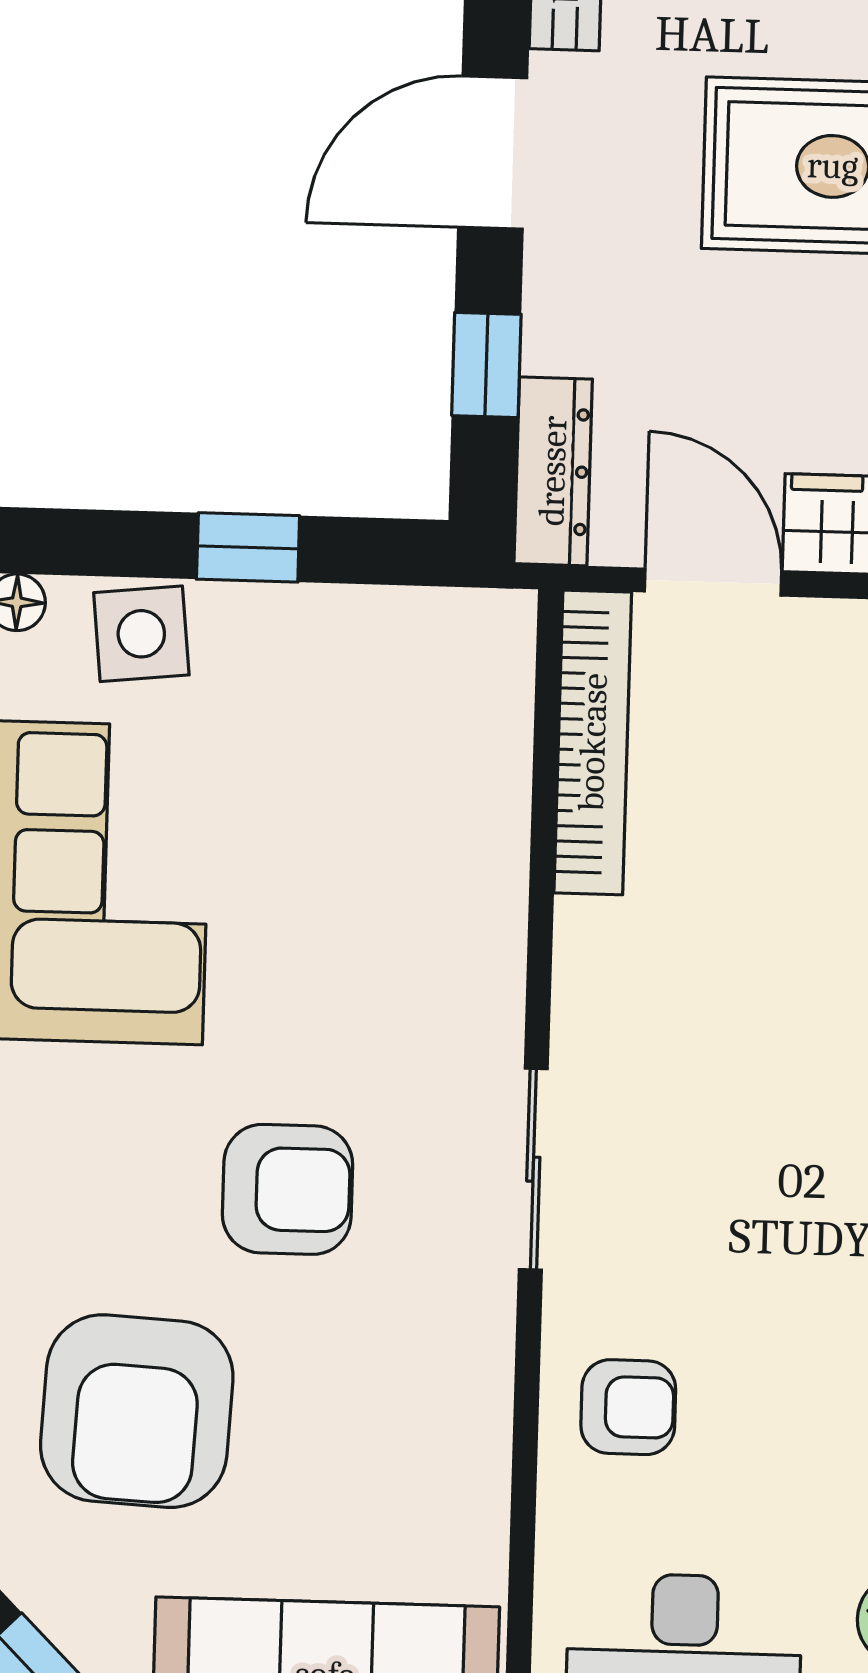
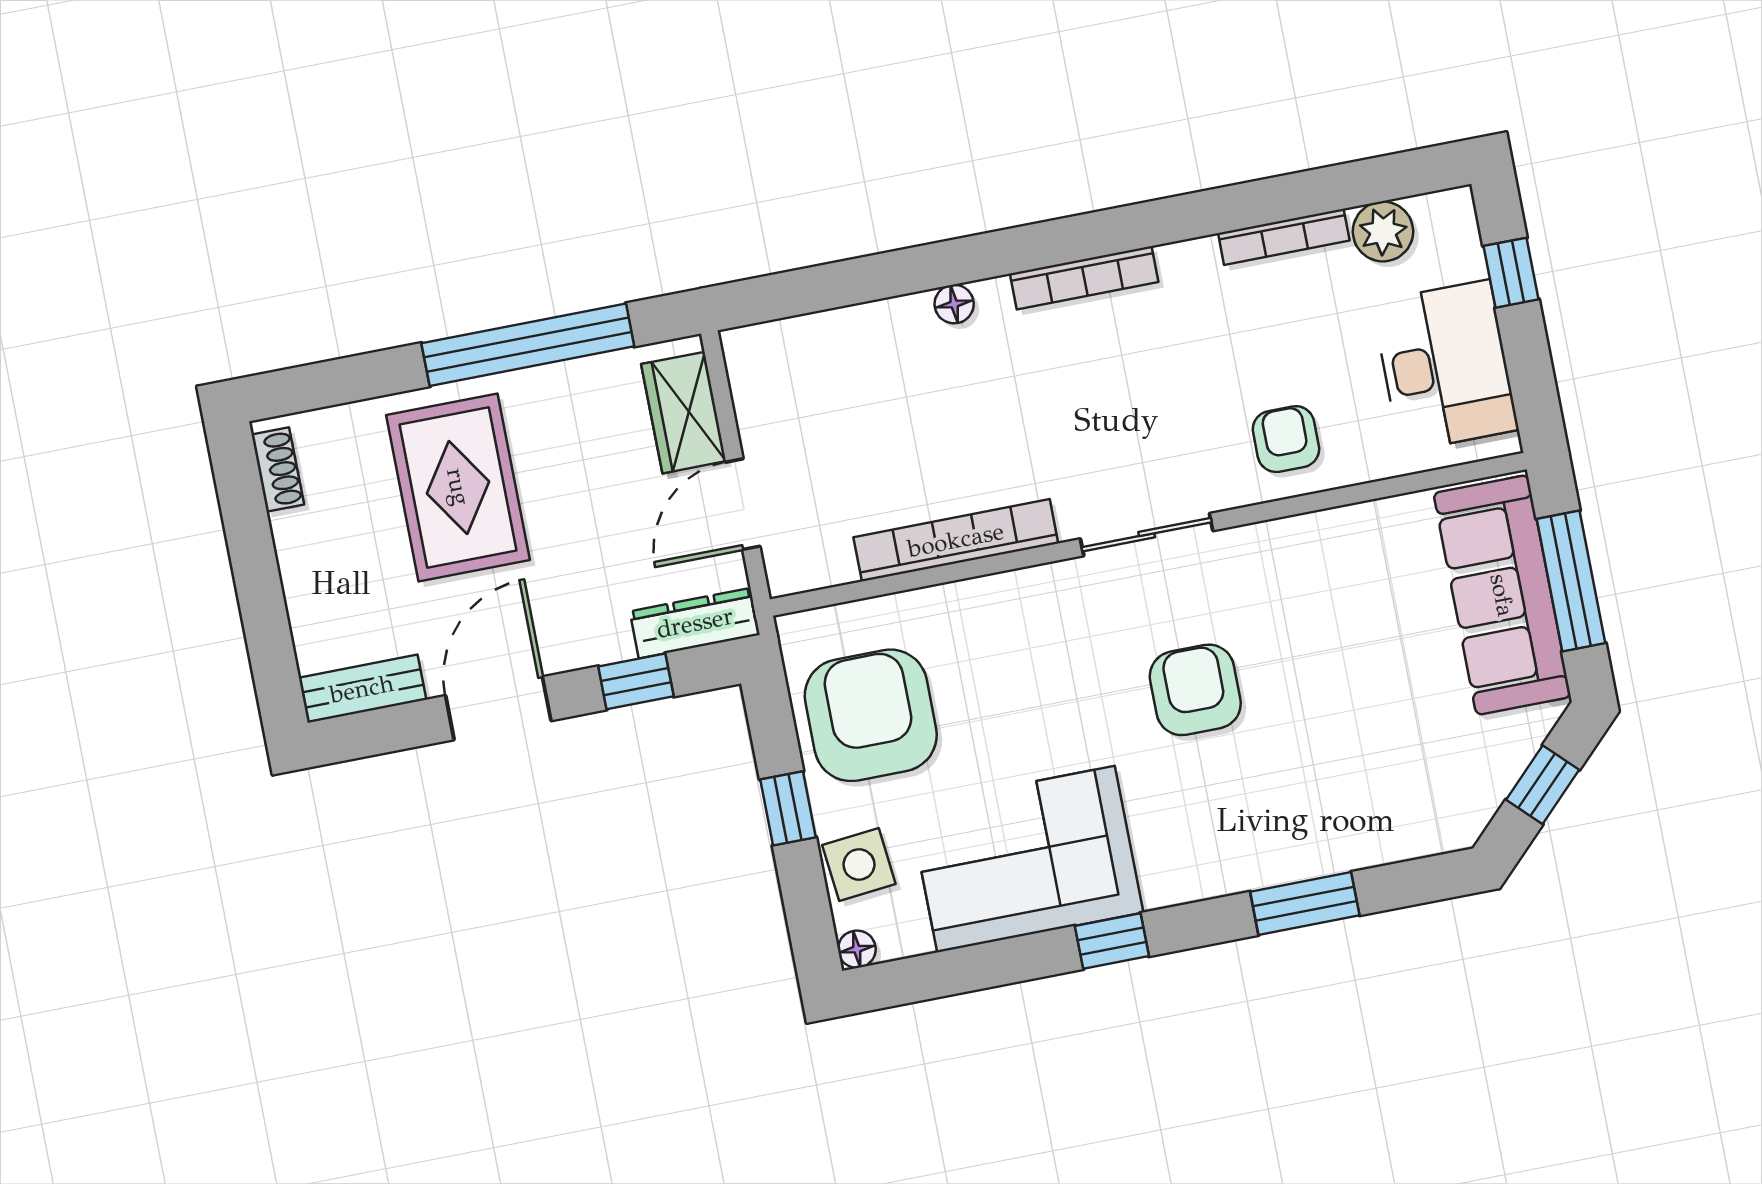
door: (493, 152) -> (498, 708), swing flipped
bookcase: (593, 742) -> (956, 540), moved
armchair: (137, 1411) -> (871, 715), moved, turned -93

